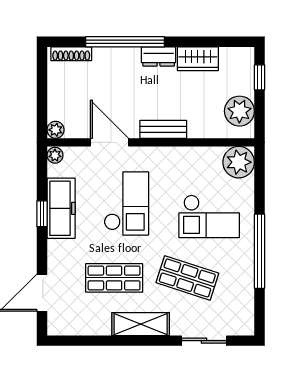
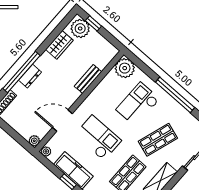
dresser: (159, 56) -> (30, 76), moved
plant: (239, 111) -> (80, 28), moved
bench: (163, 129) -> (88, 79), moved
checkout: (209, 216) -> (138, 104), turned 180

